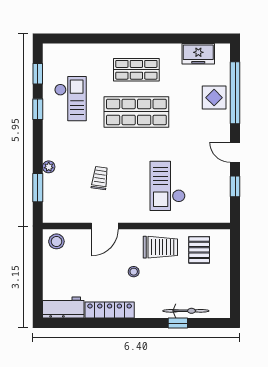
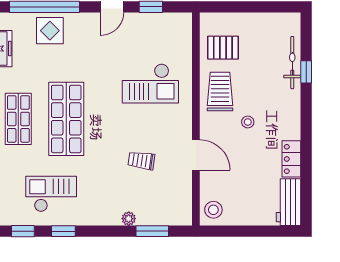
locker: (110, 310) -> (291, 159), width x0.66

